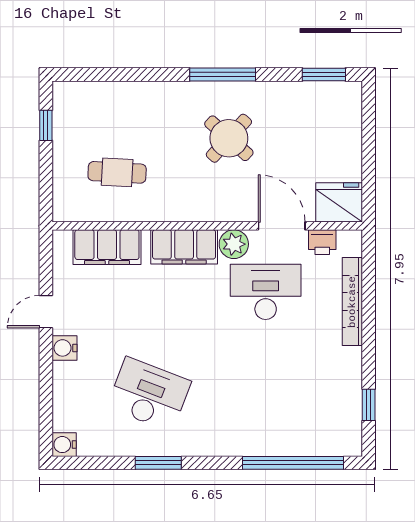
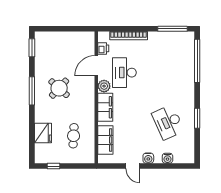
fridge: (339, 202) -> (43, 133), moved, turned 180
desk: (149, 394) -> (168, 122), turned -45
window: (369, 405) -> (172, 29), width x2.17
water cooler: (64, 445) -> (167, 158), moved

